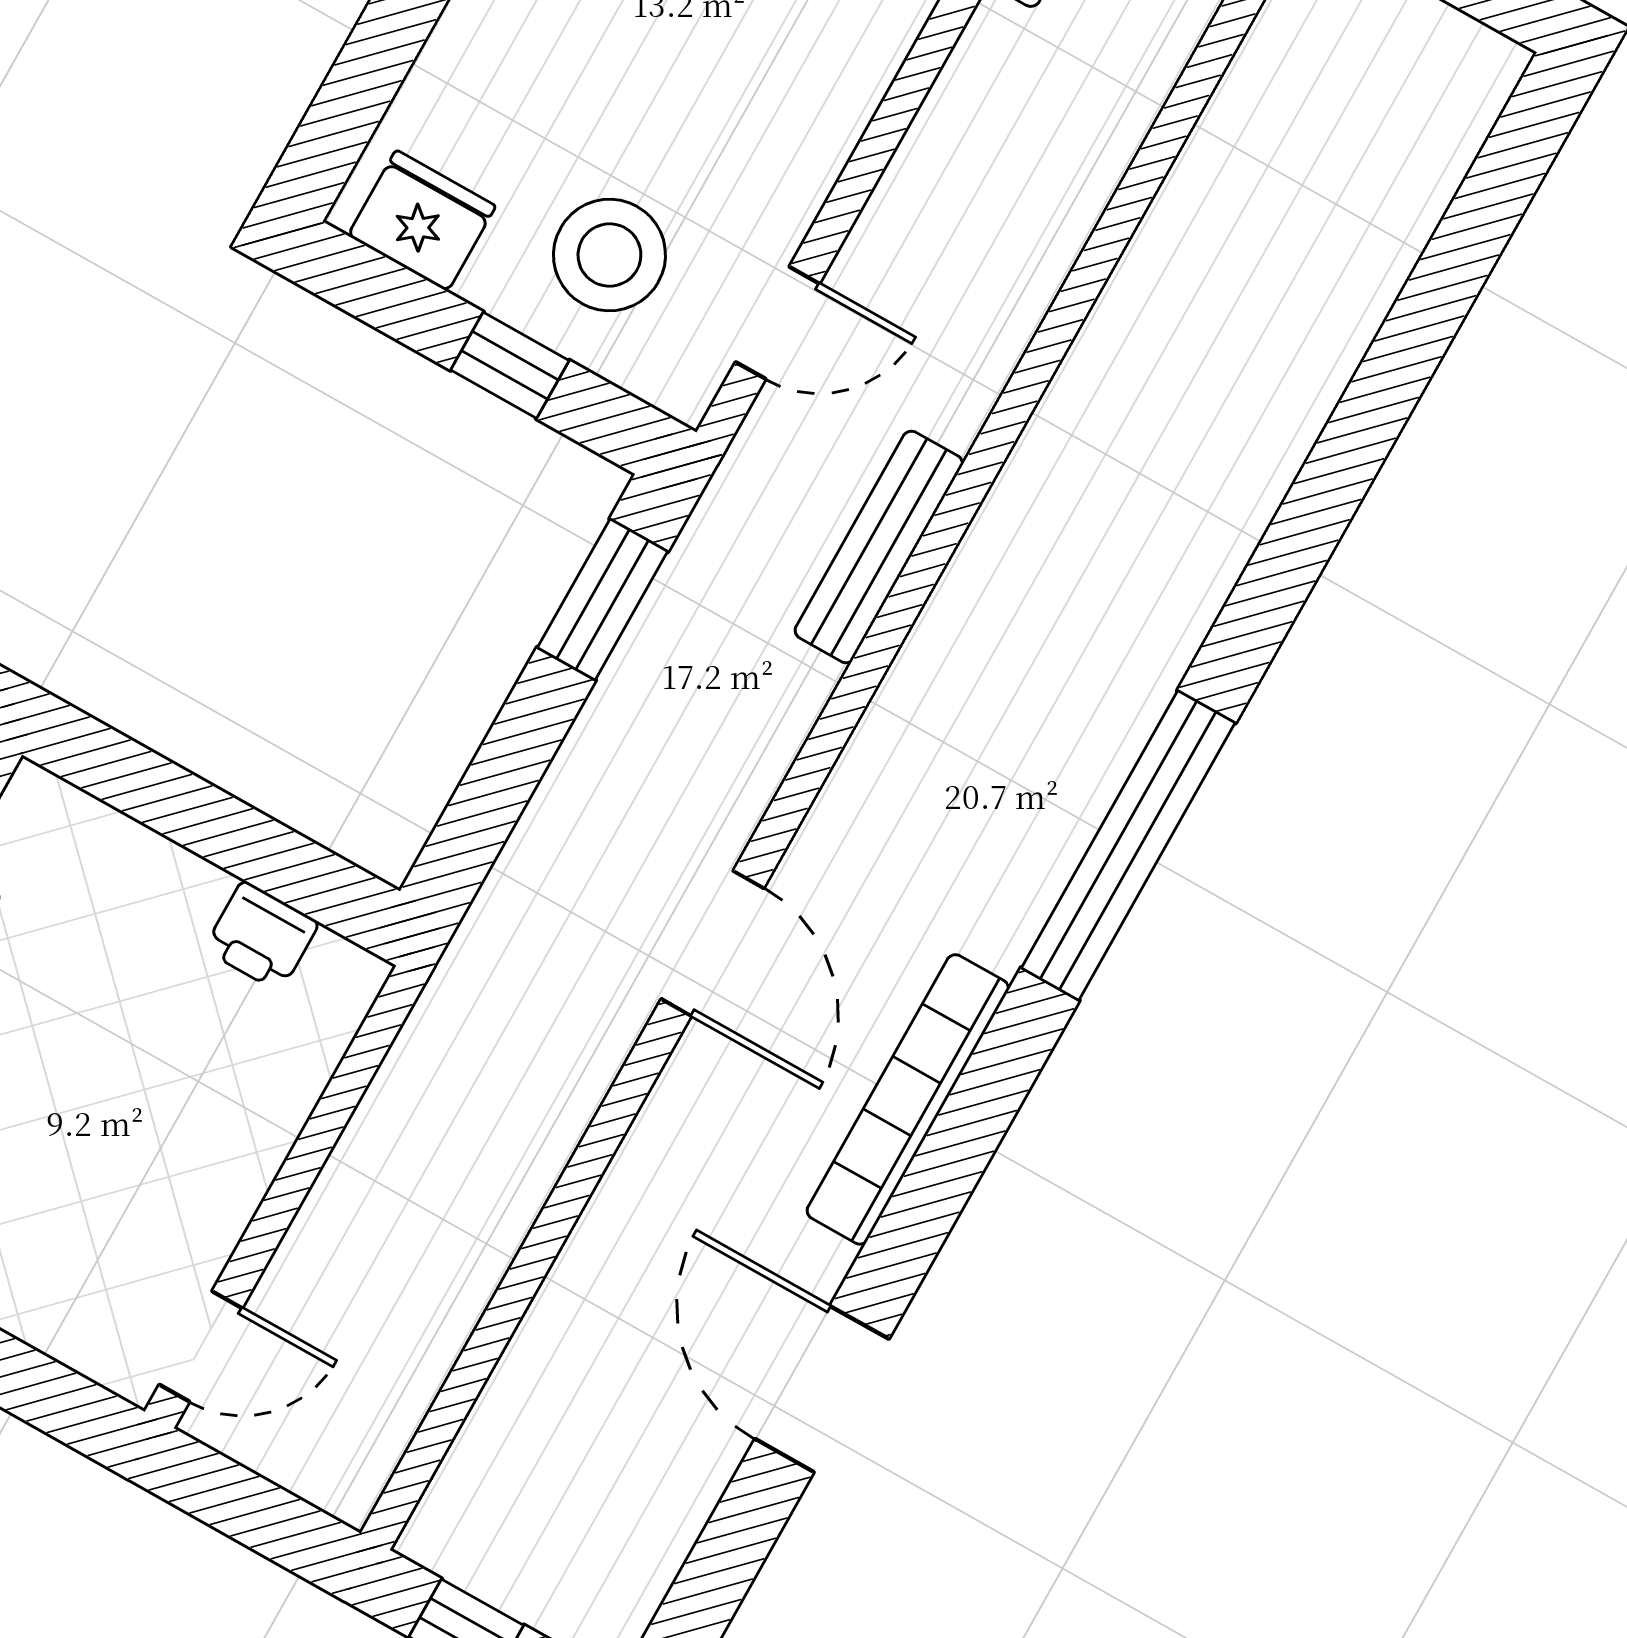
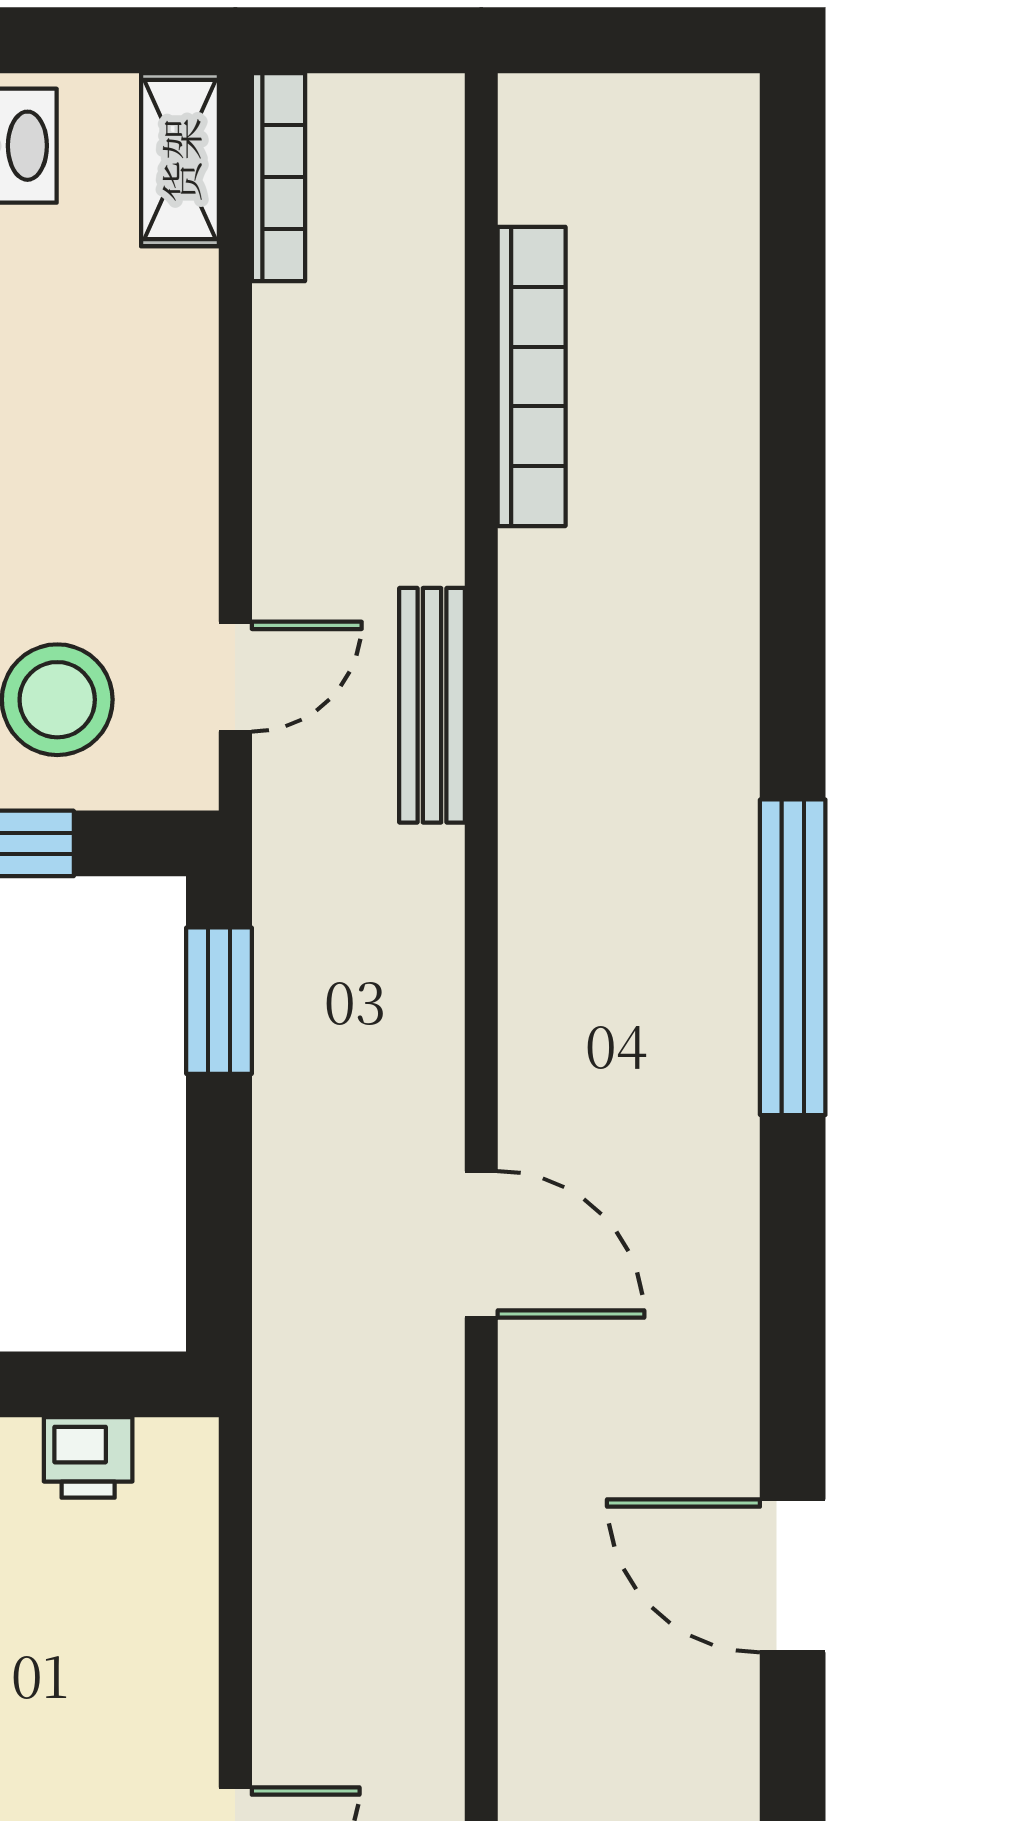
bench: (879, 547) -> (432, 705), moved
bookcase: (908, 1099) -> (532, 376), moved, turned 180

